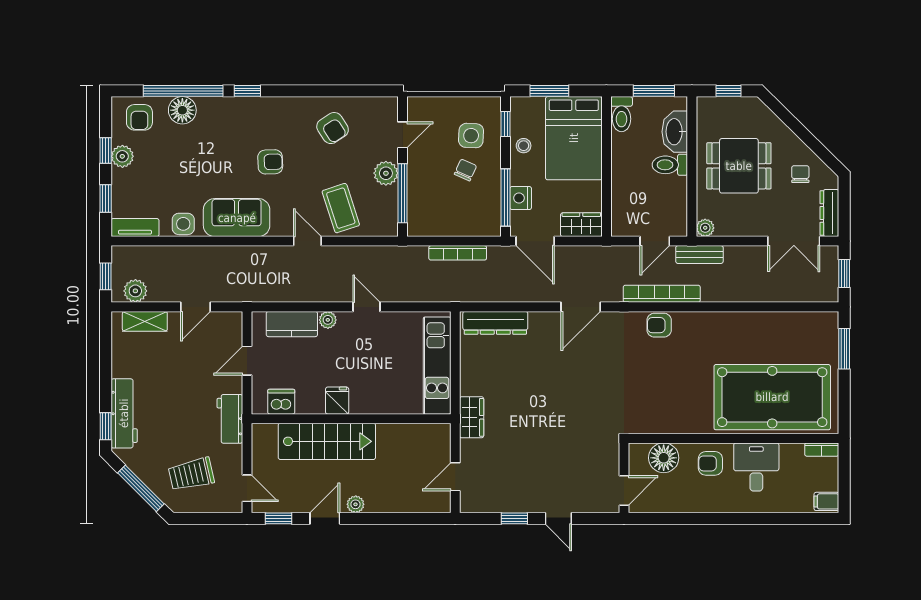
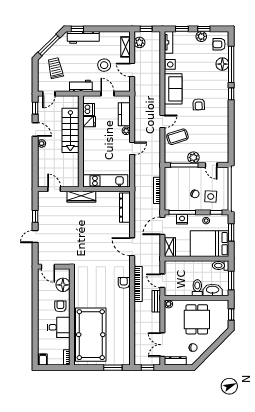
armchair: (333, 128) -> (214, 133), removed
stool: (185, 368) -> (104, 65), added
fridge: (337, 401) -> (89, 122), moved
wardrobe: (472, 417) -> (81, 197), width x1.50

